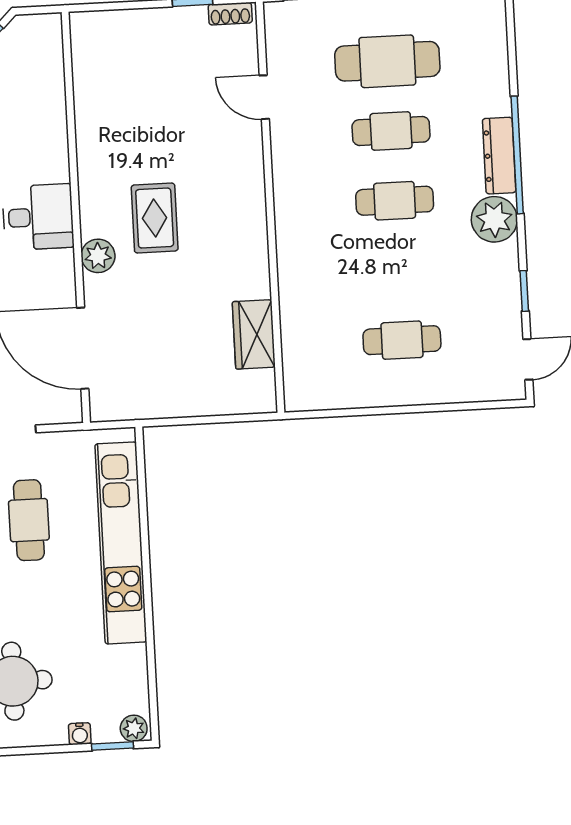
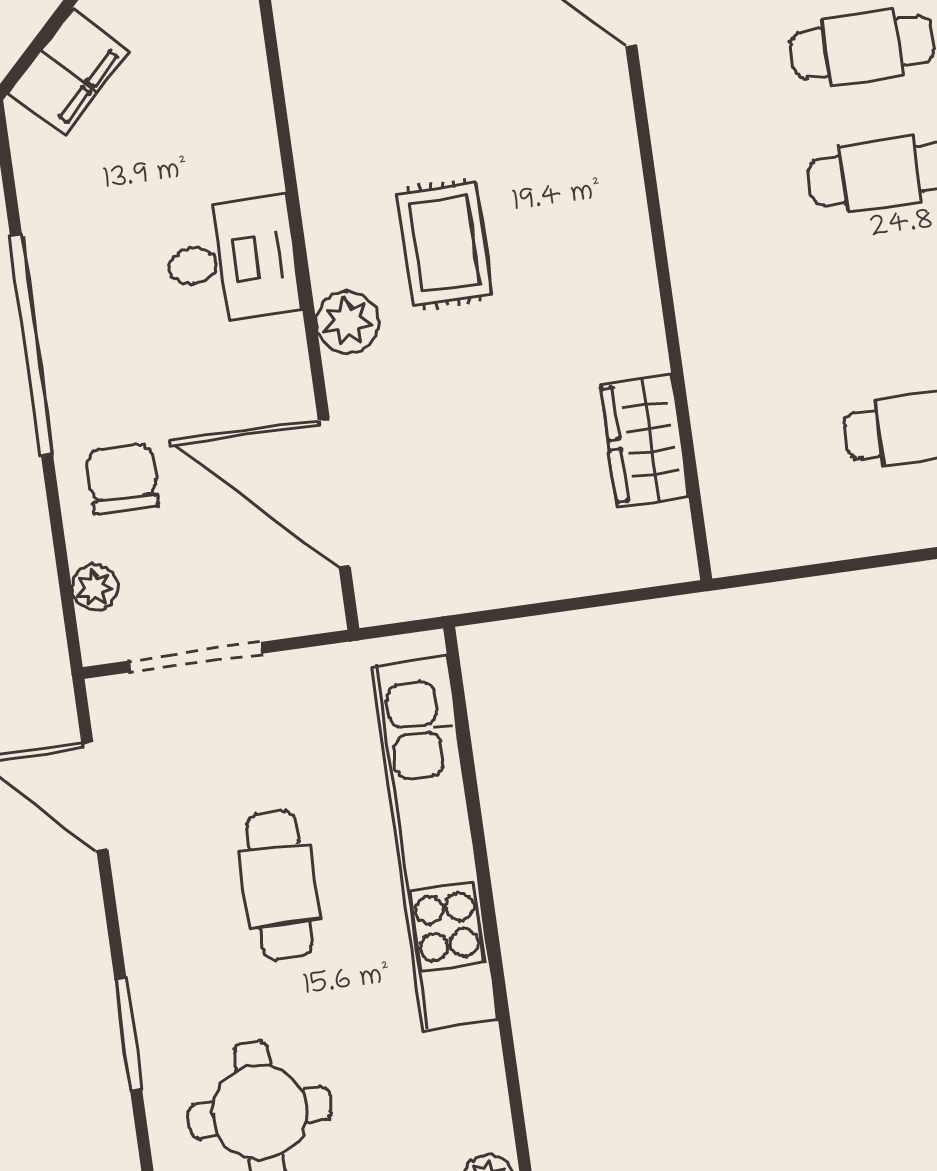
cafe table: (29, 520) -> (279, 885), moved

